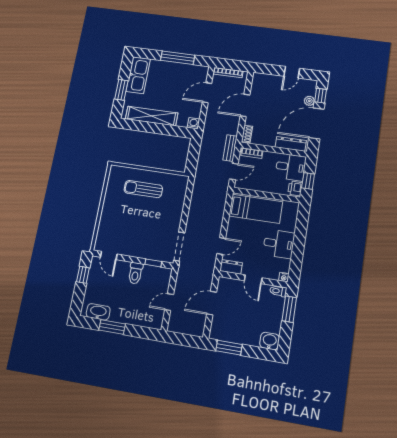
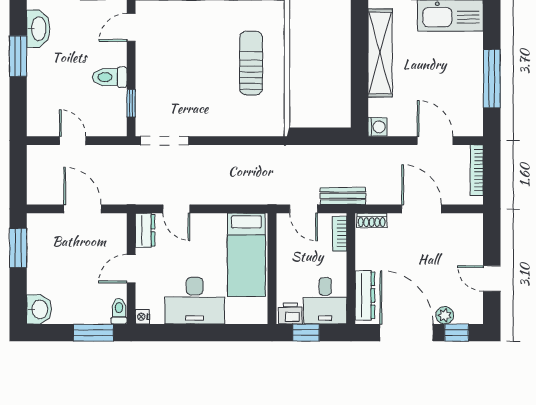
desk: (279, 244) -> (195, 301), width x1.37

